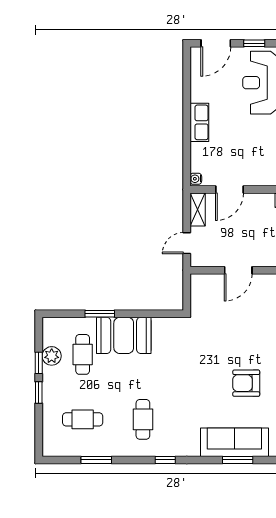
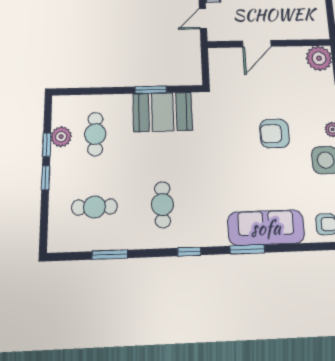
window: (100, 314) -> (151, 90), moved
booth: (124, 335) -> (163, 112), moved
armchair: (246, 383) -> (275, 134), moved
window: (238, 460) -> (247, 249), moved

